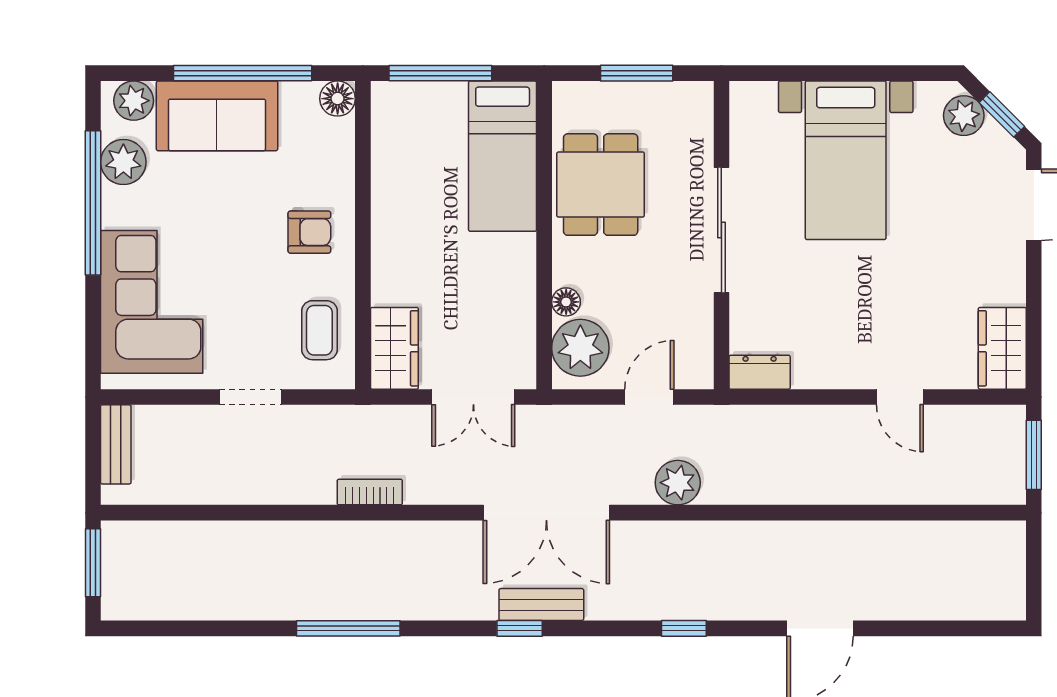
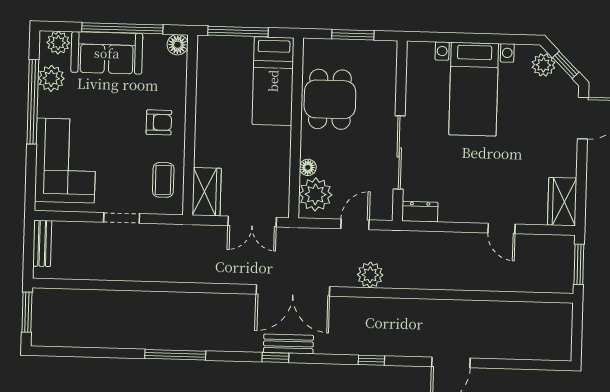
sliding door: (721, 230) -> (399, 152), moved
bookcase: (370, 492) -> (190, 275), removed

